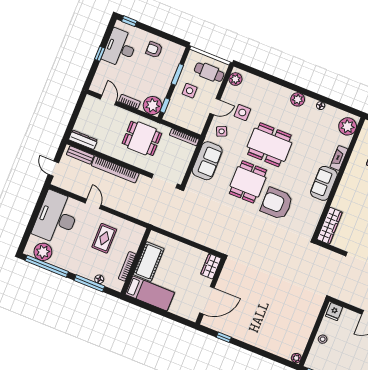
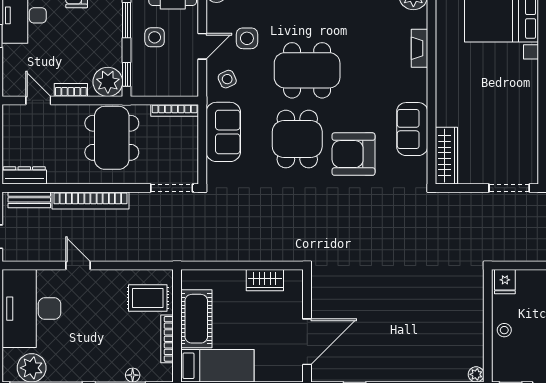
dining table: (142, 138) -> (112, 138), width x1.38
sofa: (324, 183) -> (412, 129), moved
rug: (104, 238) -> (148, 298), moved, turned 90
wardrobe: (211, 266) -> (265, 280), moved, turned -90

